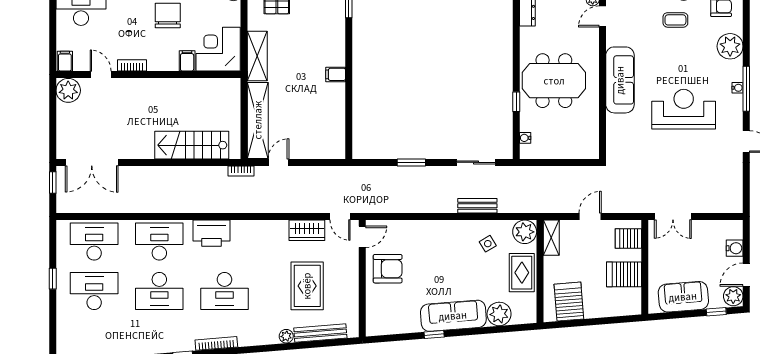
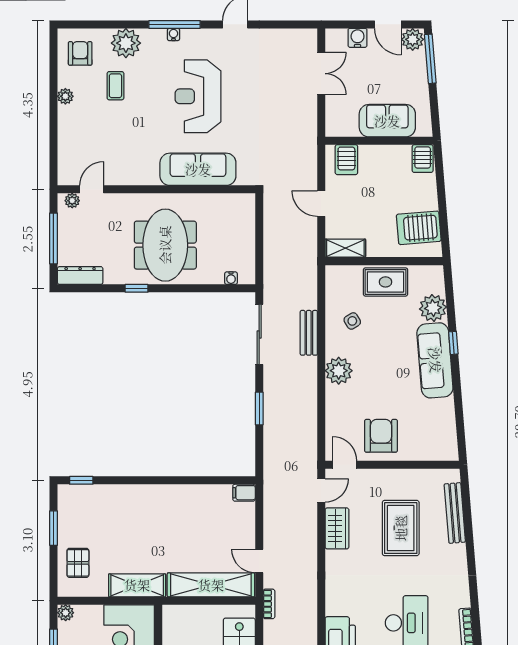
door: (603, 16) -> (92, 189), swing flipped
coffee table: (675, 20) -> (115, 86), moved
filing cabinet: (336, 74) -> (244, 493), moved, turned 90
sofa: (620, 80) -> (198, 169), moved
window: (516, 102) -> (137, 288), moved
sliding door: (476, 162) -> (259, 334), width x1.37
double door: (673, 217) -> (321, 74), moved
plant: (525, 232) -> (339, 371), moved
server rack: (624, 274) -> (423, 159), moved, width x0.73, depth x0.70
rug: (307, 286) -> (401, 528), turned 90
sofa: (683, 297) -> (387, 121), moved, turned 95
window: (716, 312) -> (430, 59), width x2.17
window: (434, 335) -> (453, 343), moved
plant: (286, 336) -> (458, 552), removed

